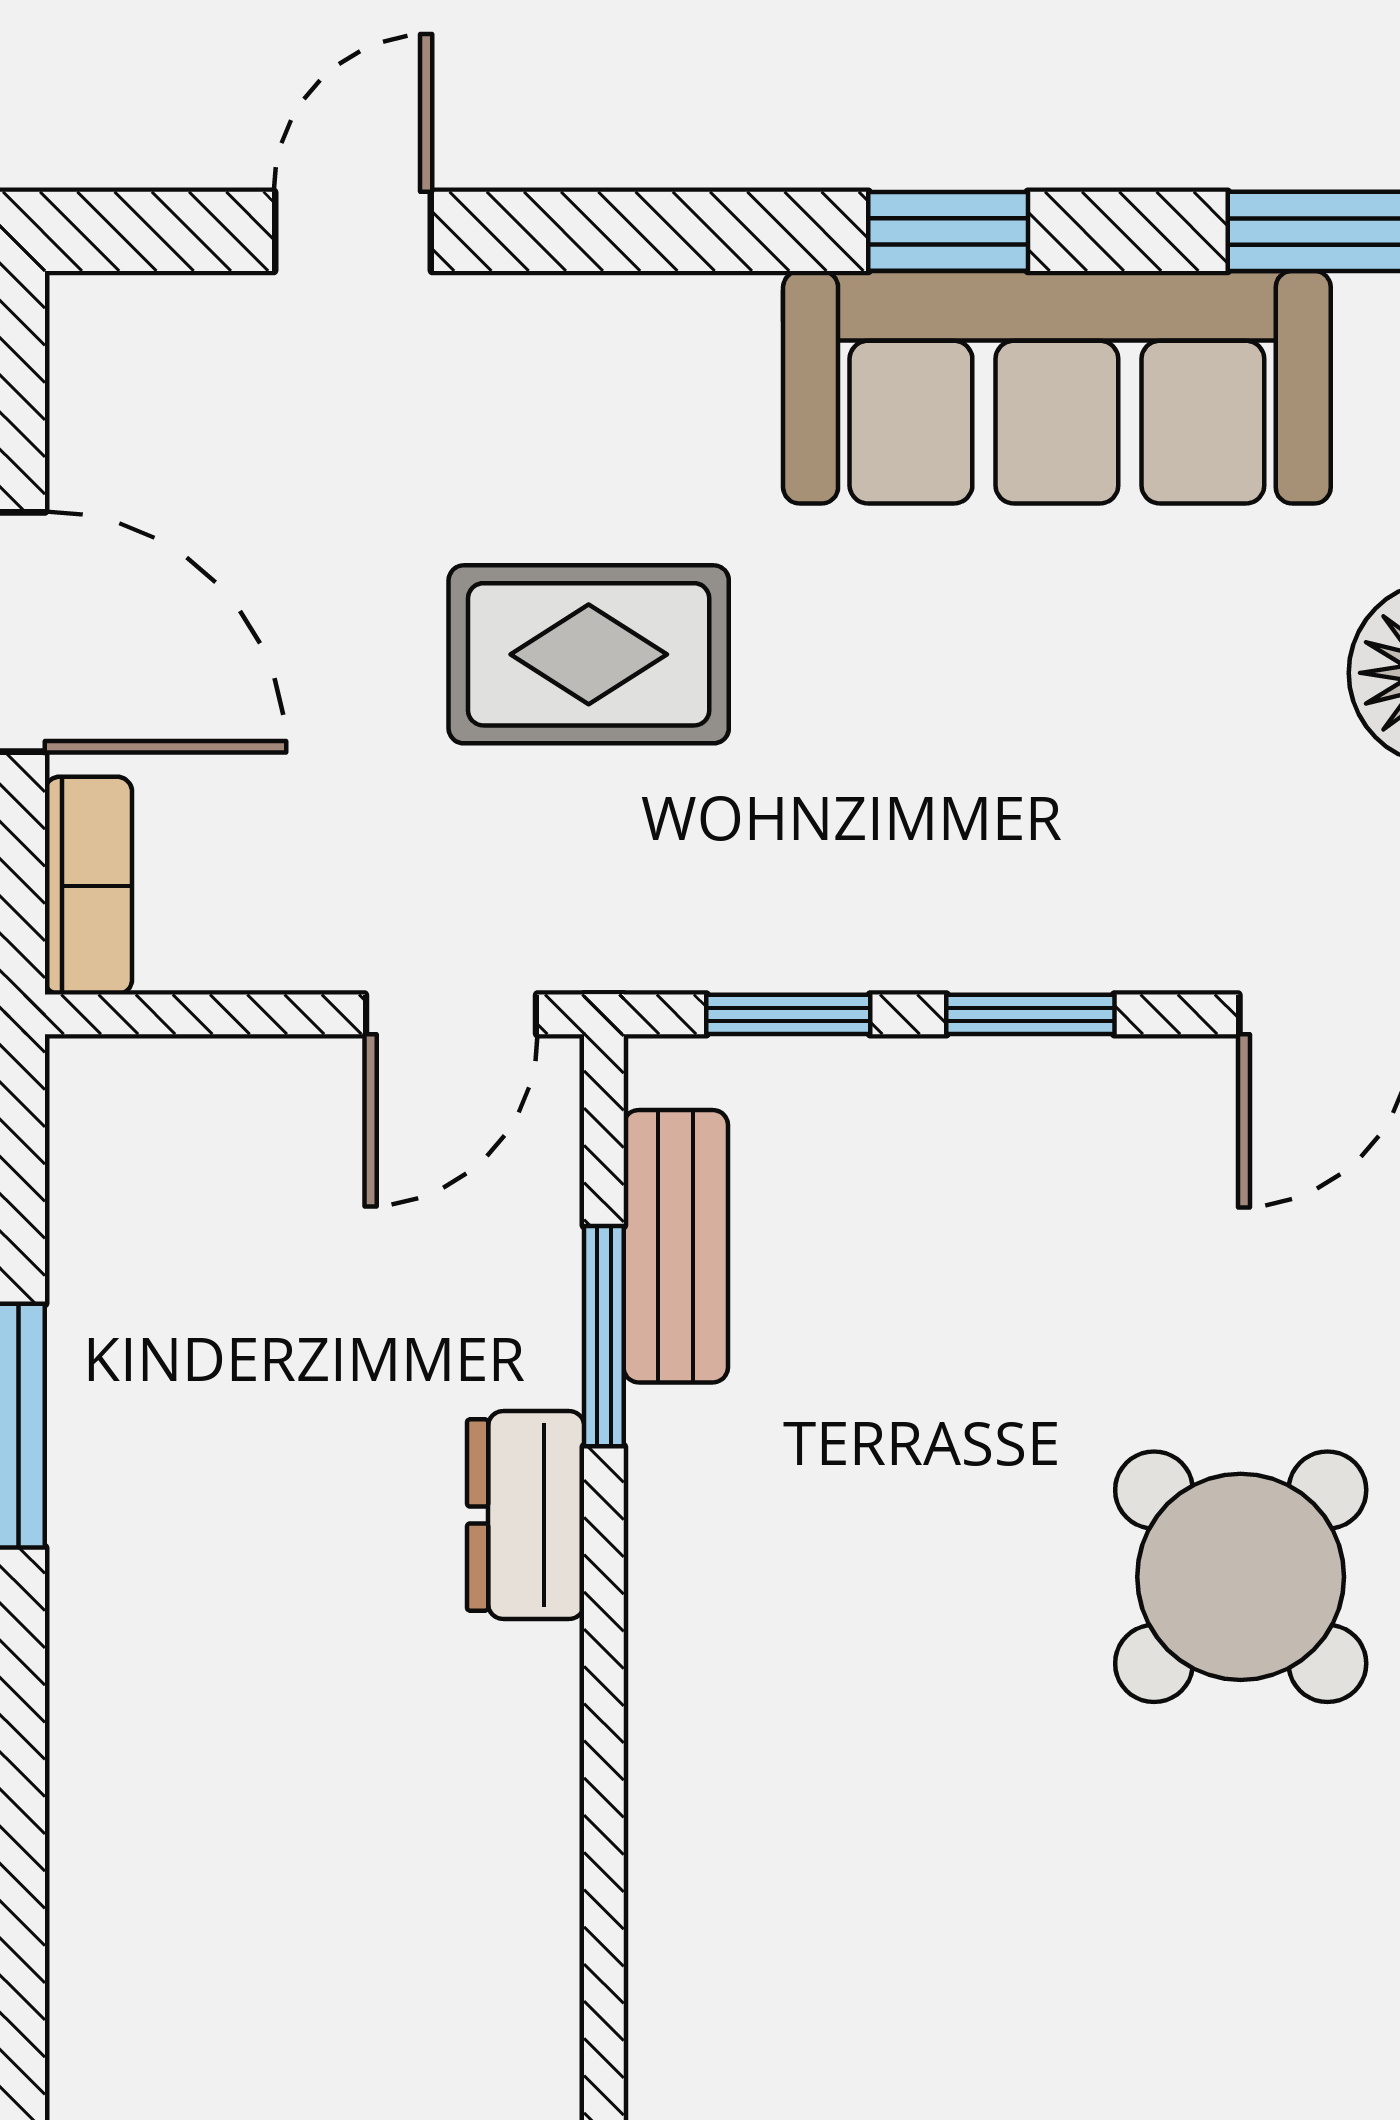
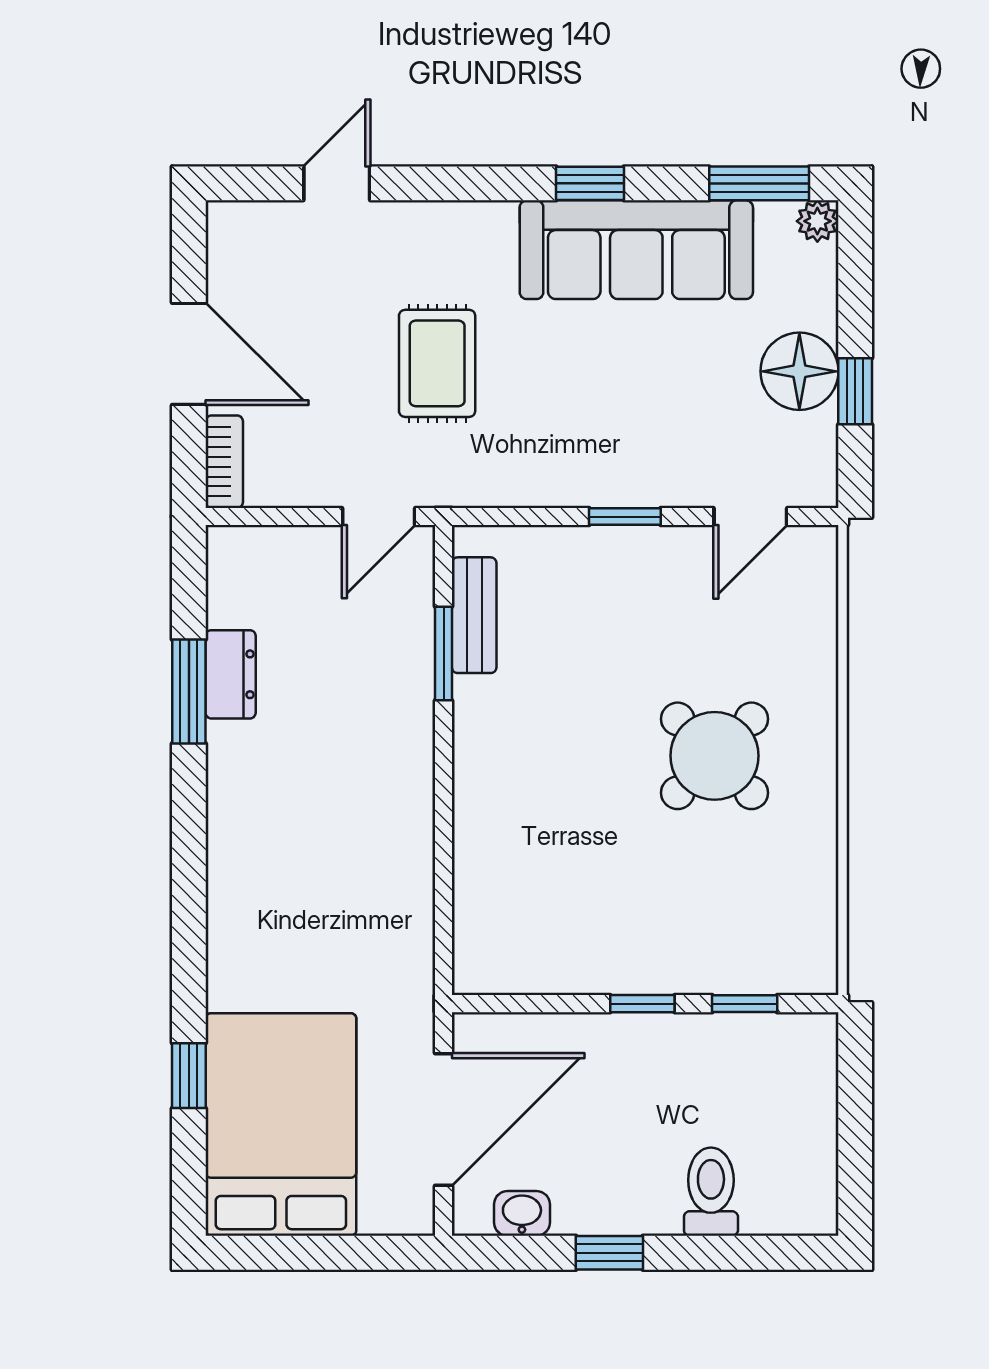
rug: (589, 654) -> (437, 363), turned 90
window: (788, 1014) -> (522, 517), removed
dresser: (526, 1515) -> (231, 674), moved, turned 180

